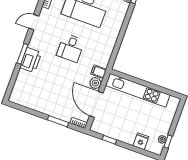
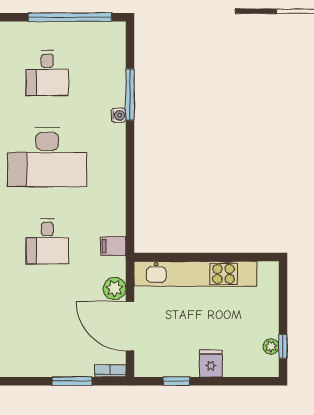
filing cabinet: (99, 72) -> (113, 246), moved
fridge: (141, 141) -> (211, 364), moved

